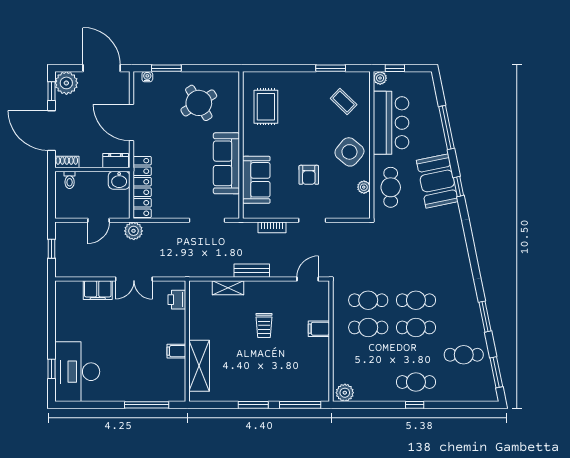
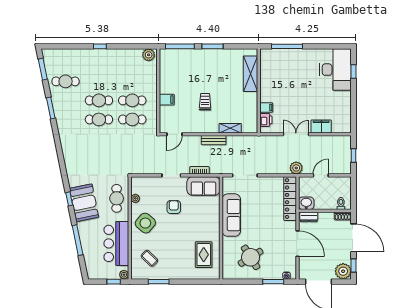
sofa: (256, 180) -> (203, 186), moved, turned -90
filing cabinet: (176, 351) -> (266, 108), moved
cafe table: (416, 382) -> (99, 62), removed

